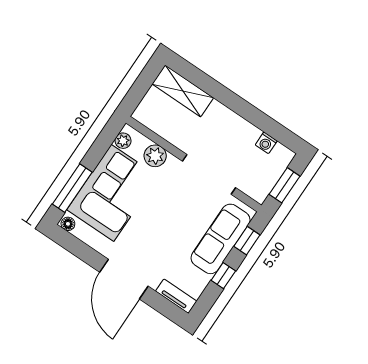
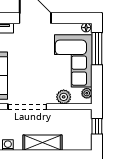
window: (138, 91) -> (97, 126), added
shelving: (183, 91) -> (42, 143), moved

